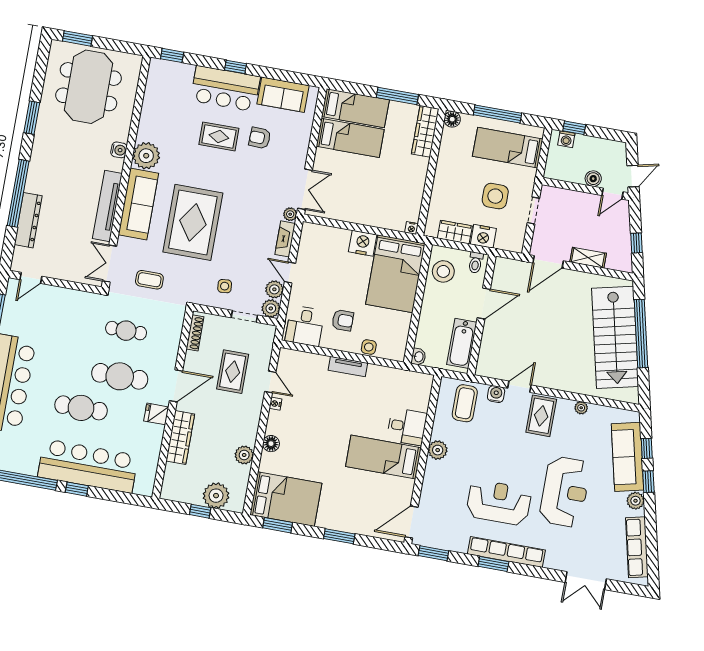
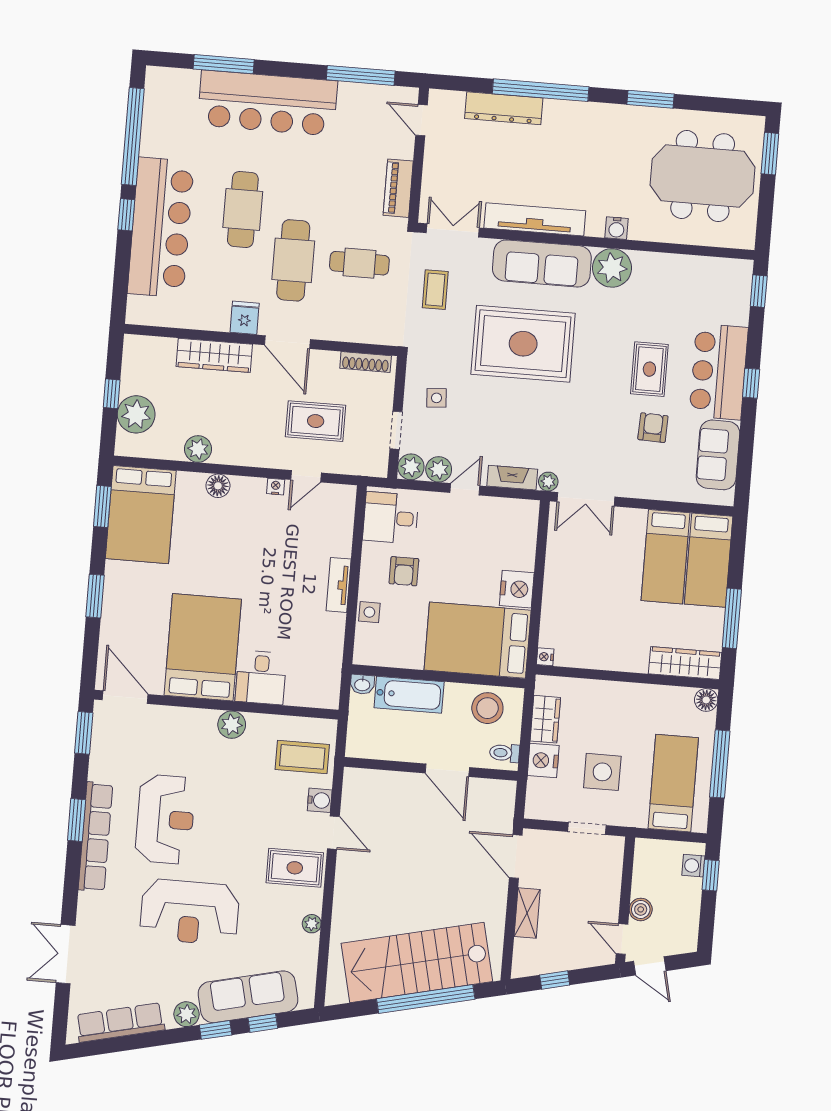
piano: (77, 299) -> (398, 188), added
cafe table: (126, 331) -> (359, 263), turned 90
bathtub: (462, 343) -> (409, 695), moved, turned 180
bed: (383, 457) -> (203, 647), width x1.50

